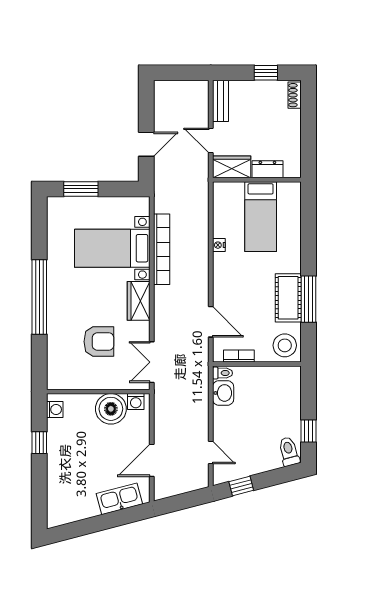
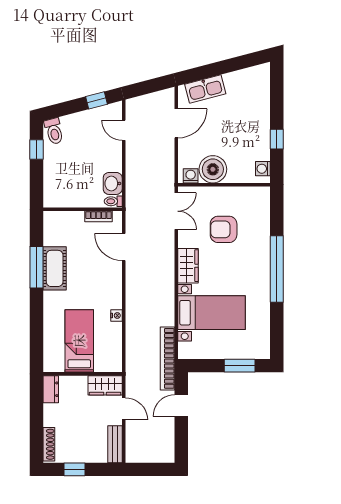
shoe rack: (295, 95) -> (49, 444), width x1.43
dresser: (267, 169) -> (51, 389), moved, turned -90
bookcase: (162, 249) -> (168, 358), moved
stool: (285, 345) -> (58, 226), removed

